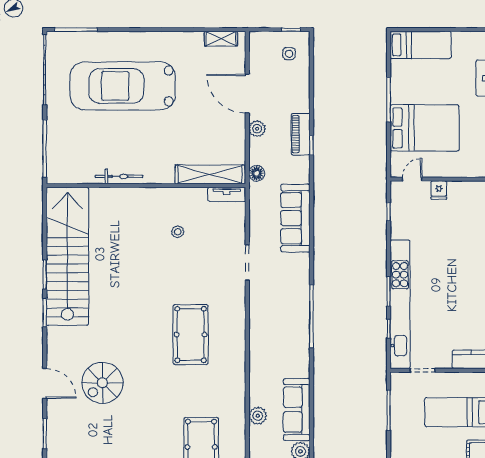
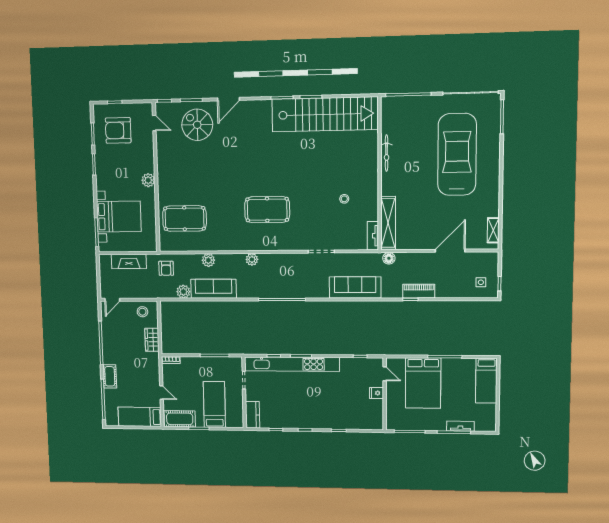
plant: (257, 129) -> (252, 259), moved
spiral stairs: (102, 383) -> (197, 125), moved

